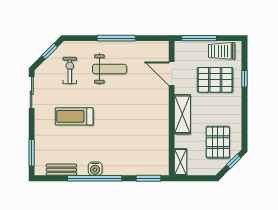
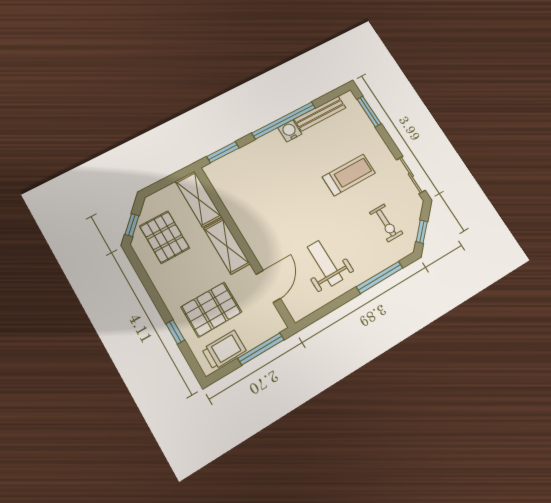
window: (116, 38) -> (380, 277), moved
weight bench: (110, 69) -> (325, 263), moved, turned 90
door: (172, 74) -> (268, 286), hinge flipped
shelving: (181, 162) -> (198, 199), width x1.50, depth x1.33
bench: (61, 170) -> (320, 113), width x1.36

